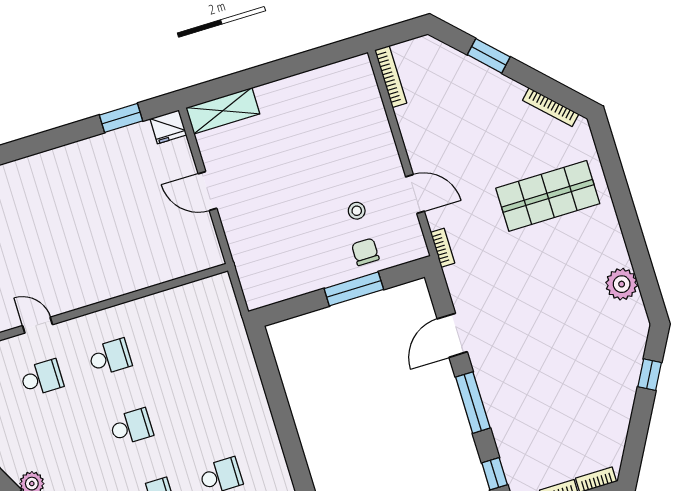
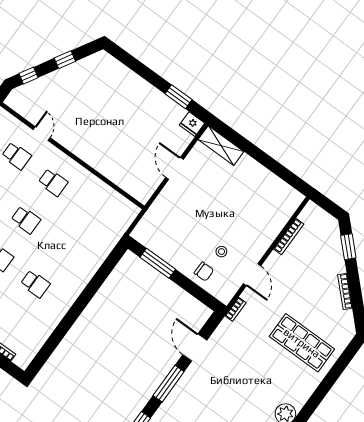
window: (489, 56) -> (348, 247), moved
bookcase: (391, 77) -> (289, 236), moved
bookcase: (551, 107) -> (345, 291), moved
chair: (365, 252) -> (204, 272), turned 90
window: (354, 289) -> (158, 263), moved
door: (452, 335) -> (195, 348), hinge flipped

